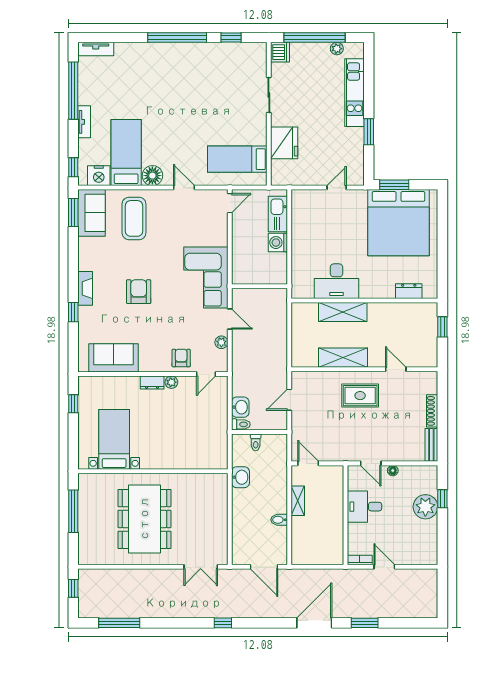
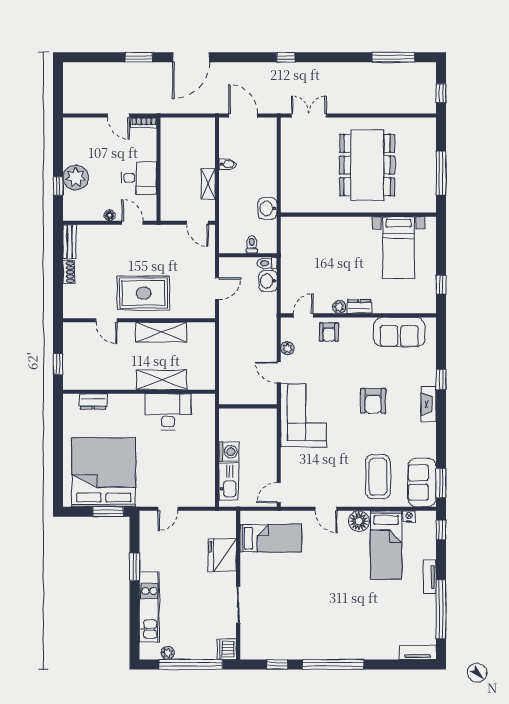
nightstand: (99, 176) -> (409, 516), width x0.53, depth x0.56
rug: (360, 396) -> (144, 293), width x1.36, depth x1.43
shoe rack: (432, 411) -> (69, 272), width x0.70

